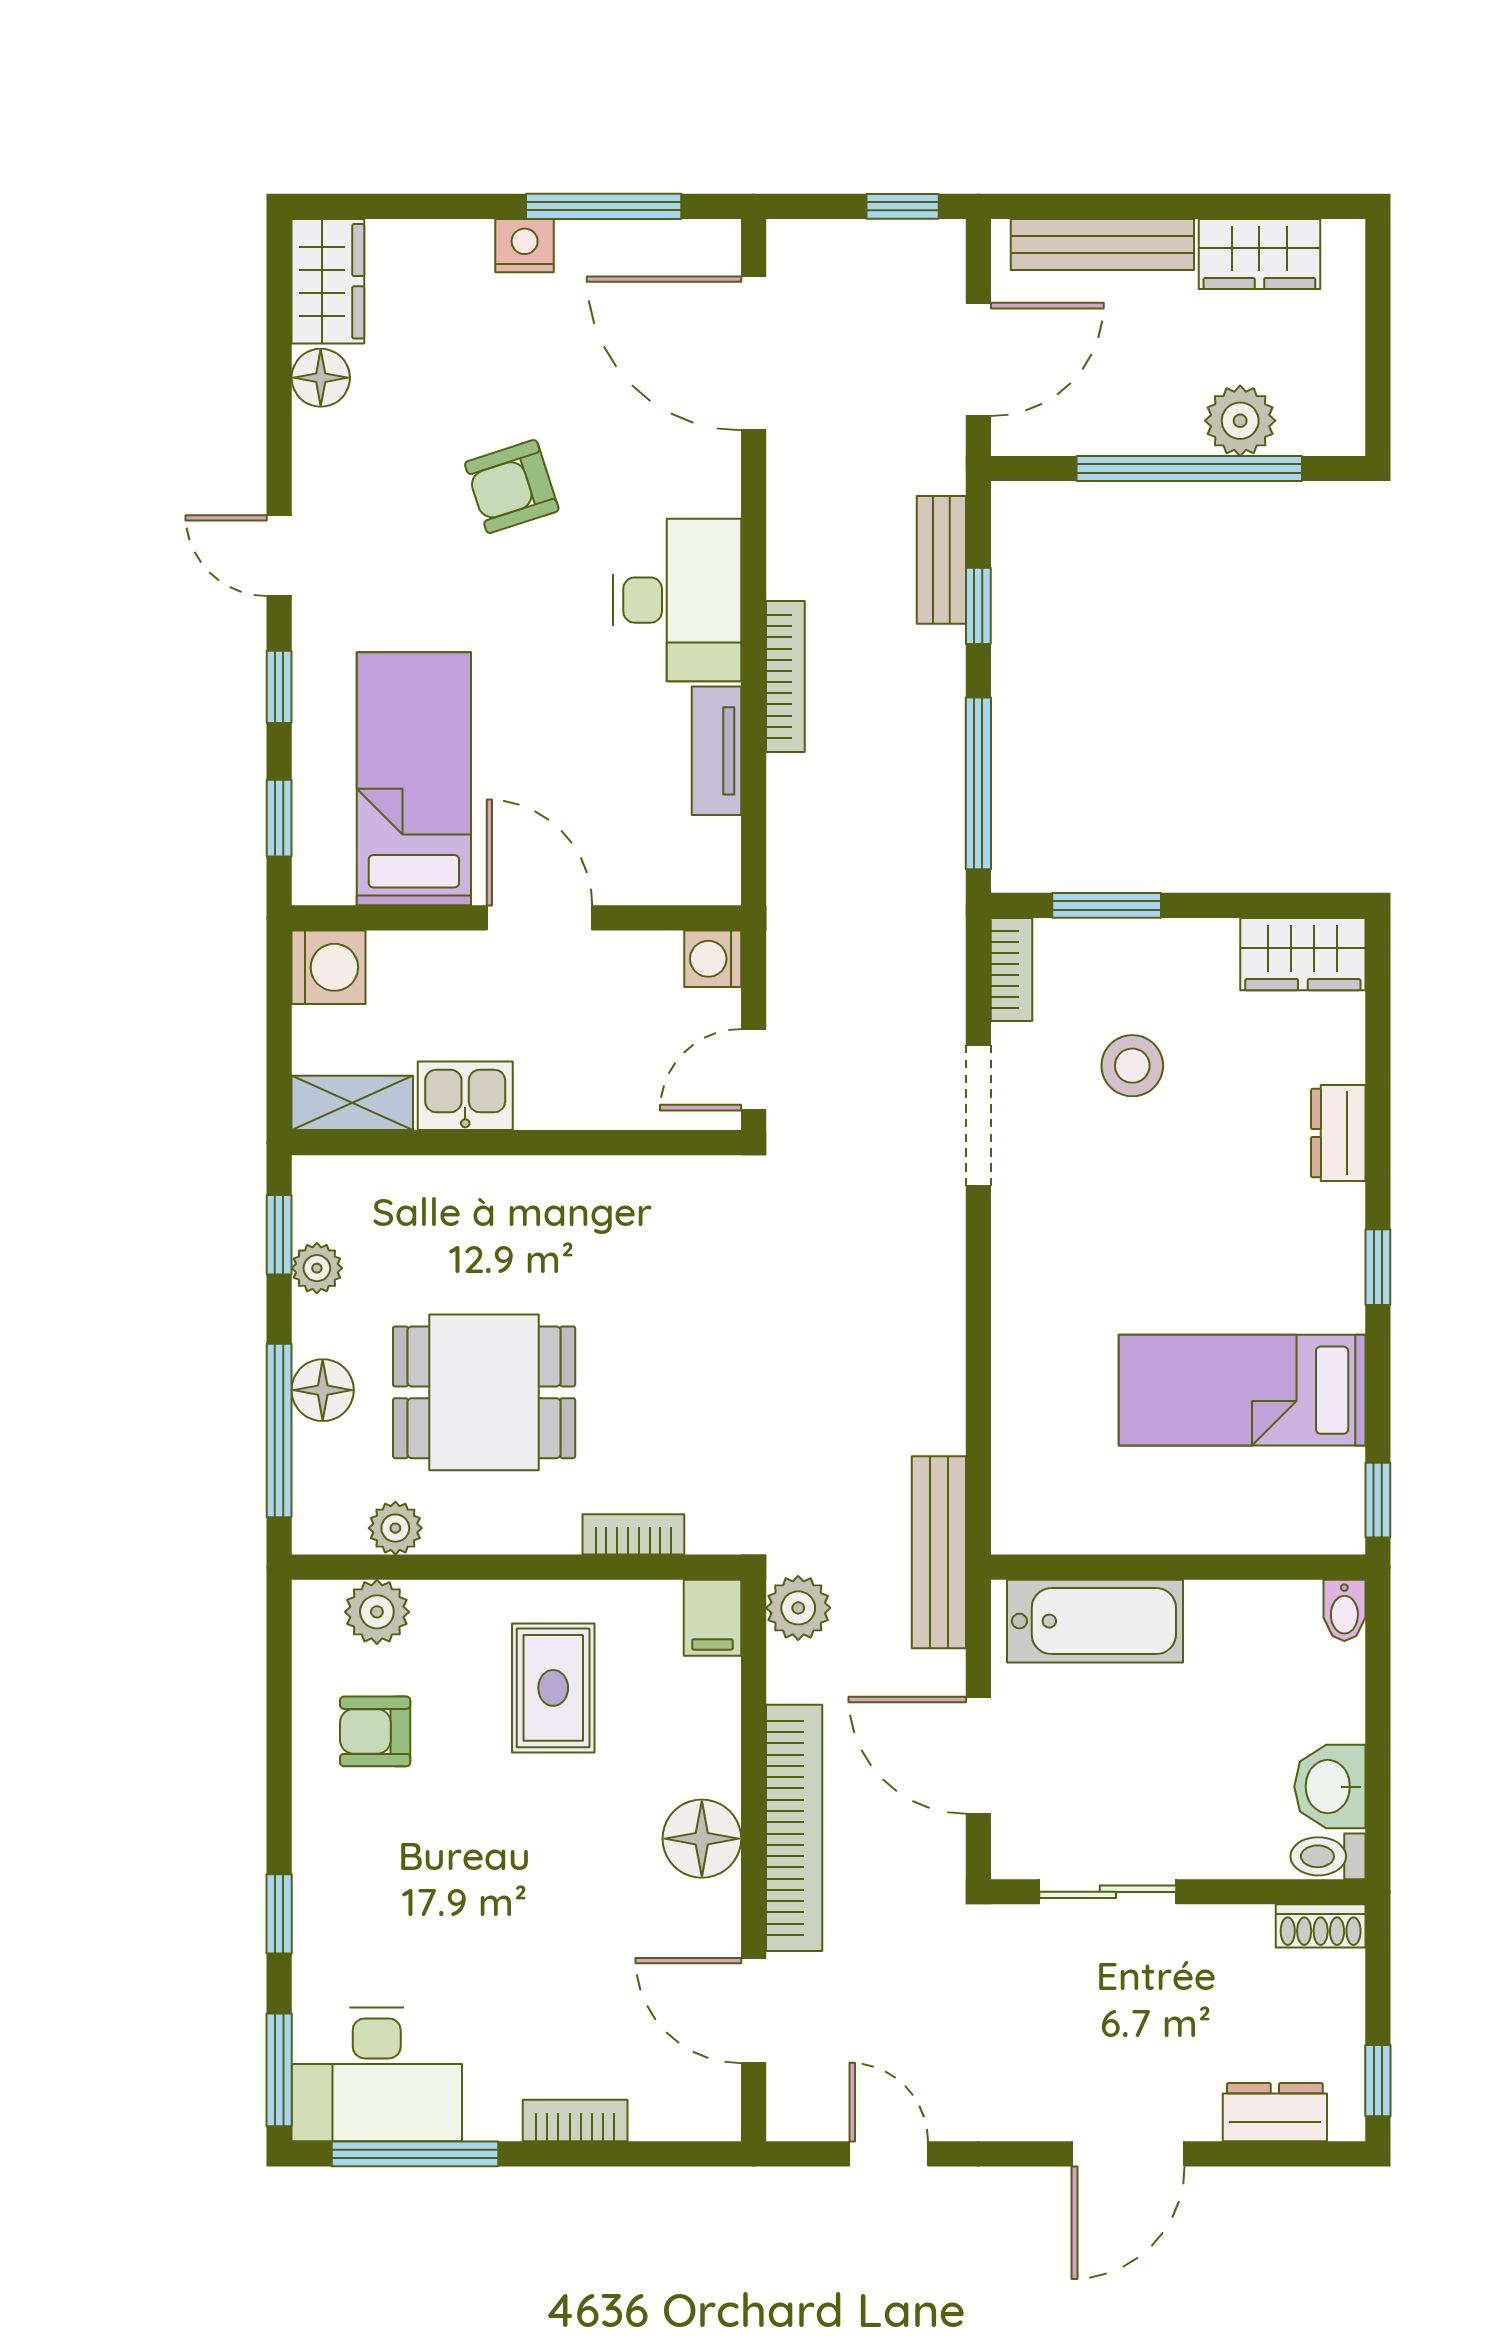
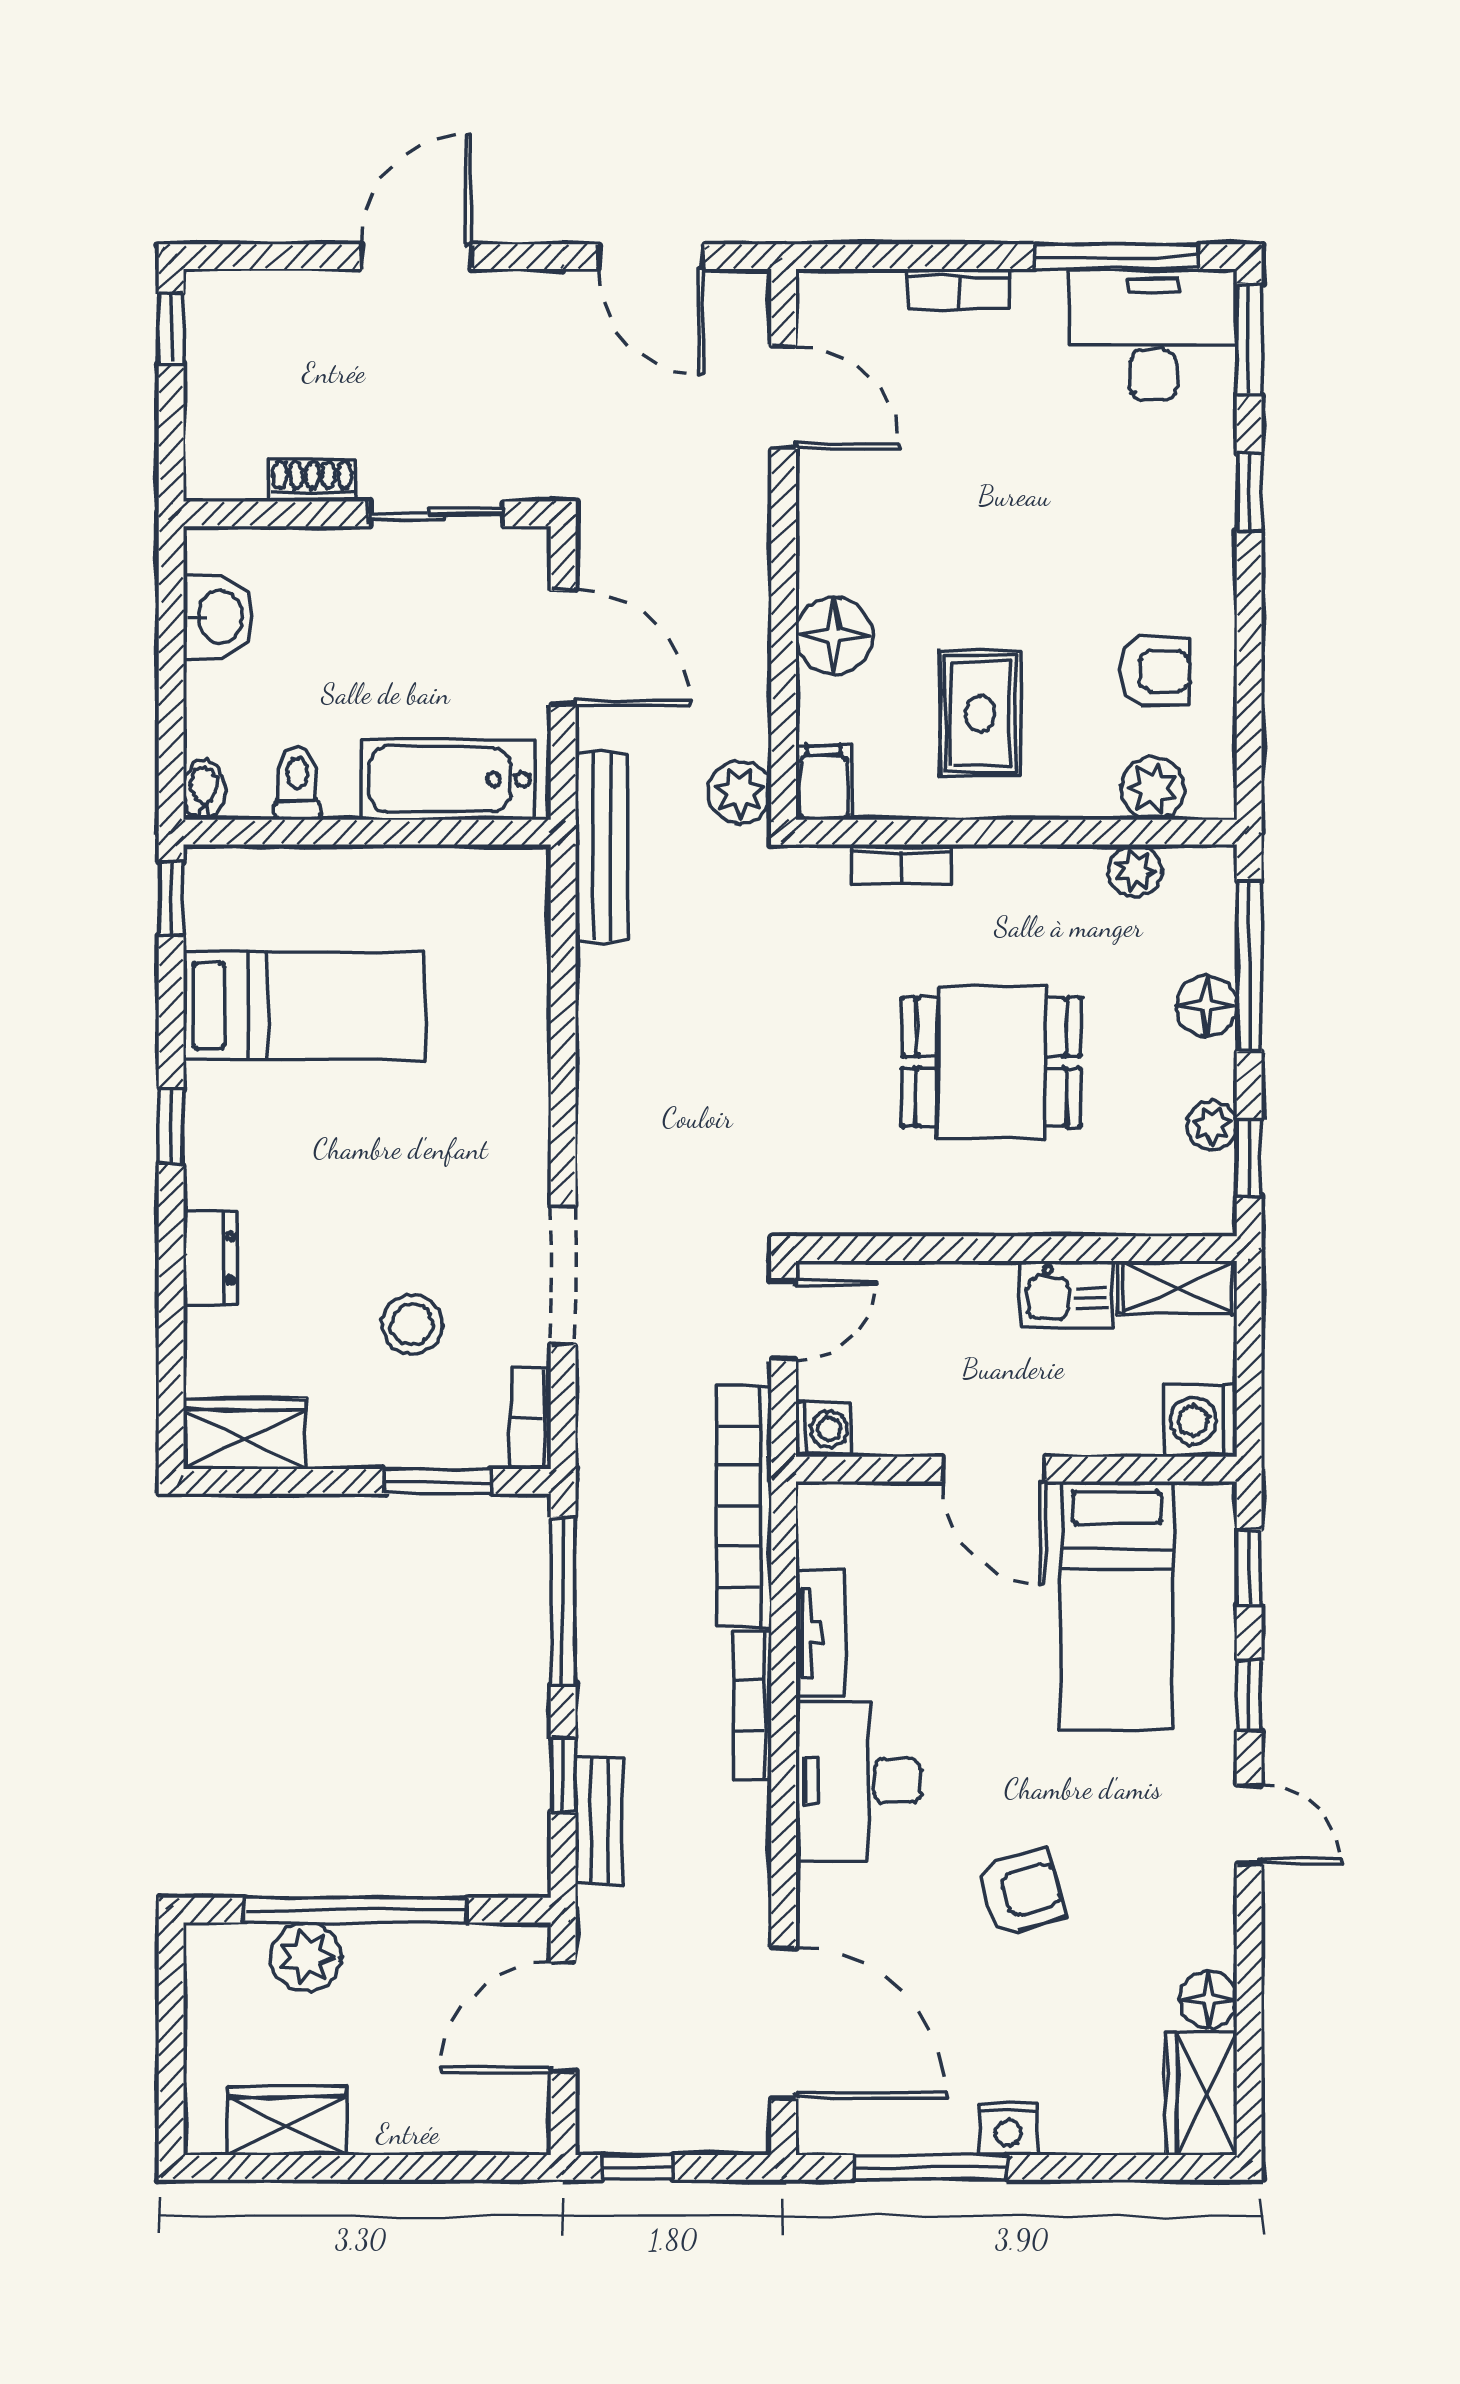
bench: (1102, 244) -> (441, 2130), removed
dining table: (484, 1392) -> (991, 1062), moved
bookcase: (794, 1828) -> (744, 1506), moved
floor lamp: (702, 1839) -> (834, 635), moved
toilet: (1328, 1856) -> (297, 783), moved, turned -90
shoe rack: (1321, 1926) -> (312, 480), moved
dresser: (1275, 2112) -> (272, 297), removed
door: (889, 2154) -> (651, 257), width x1.38

